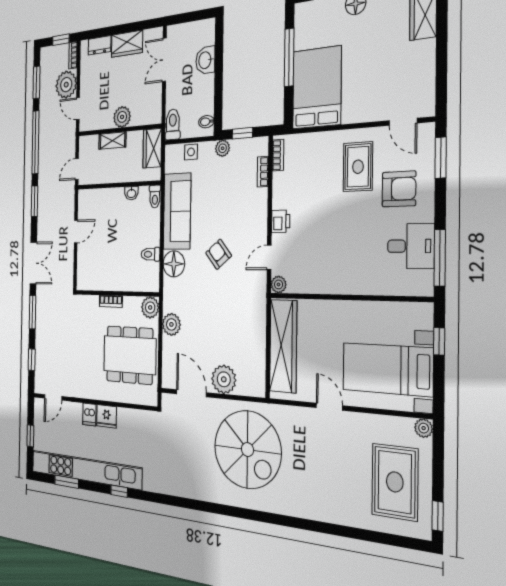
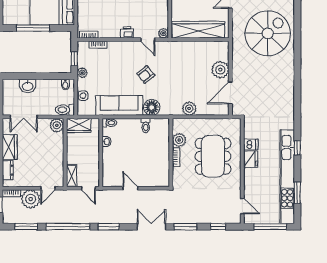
plant: (122, 117) -> (57, 125), moved
shelving: (112, 141) -> (72, 176), moved
plant: (150, 307) -> (179, 140), moved
dining table: (130, 355) -> (213, 156), moved
dishwasher: (89, 414) -> (251, 145), moved
window: (30, 436) -> (270, 227), width x2.17
spiral stairs: (248, 450) -> (268, 33), moved

